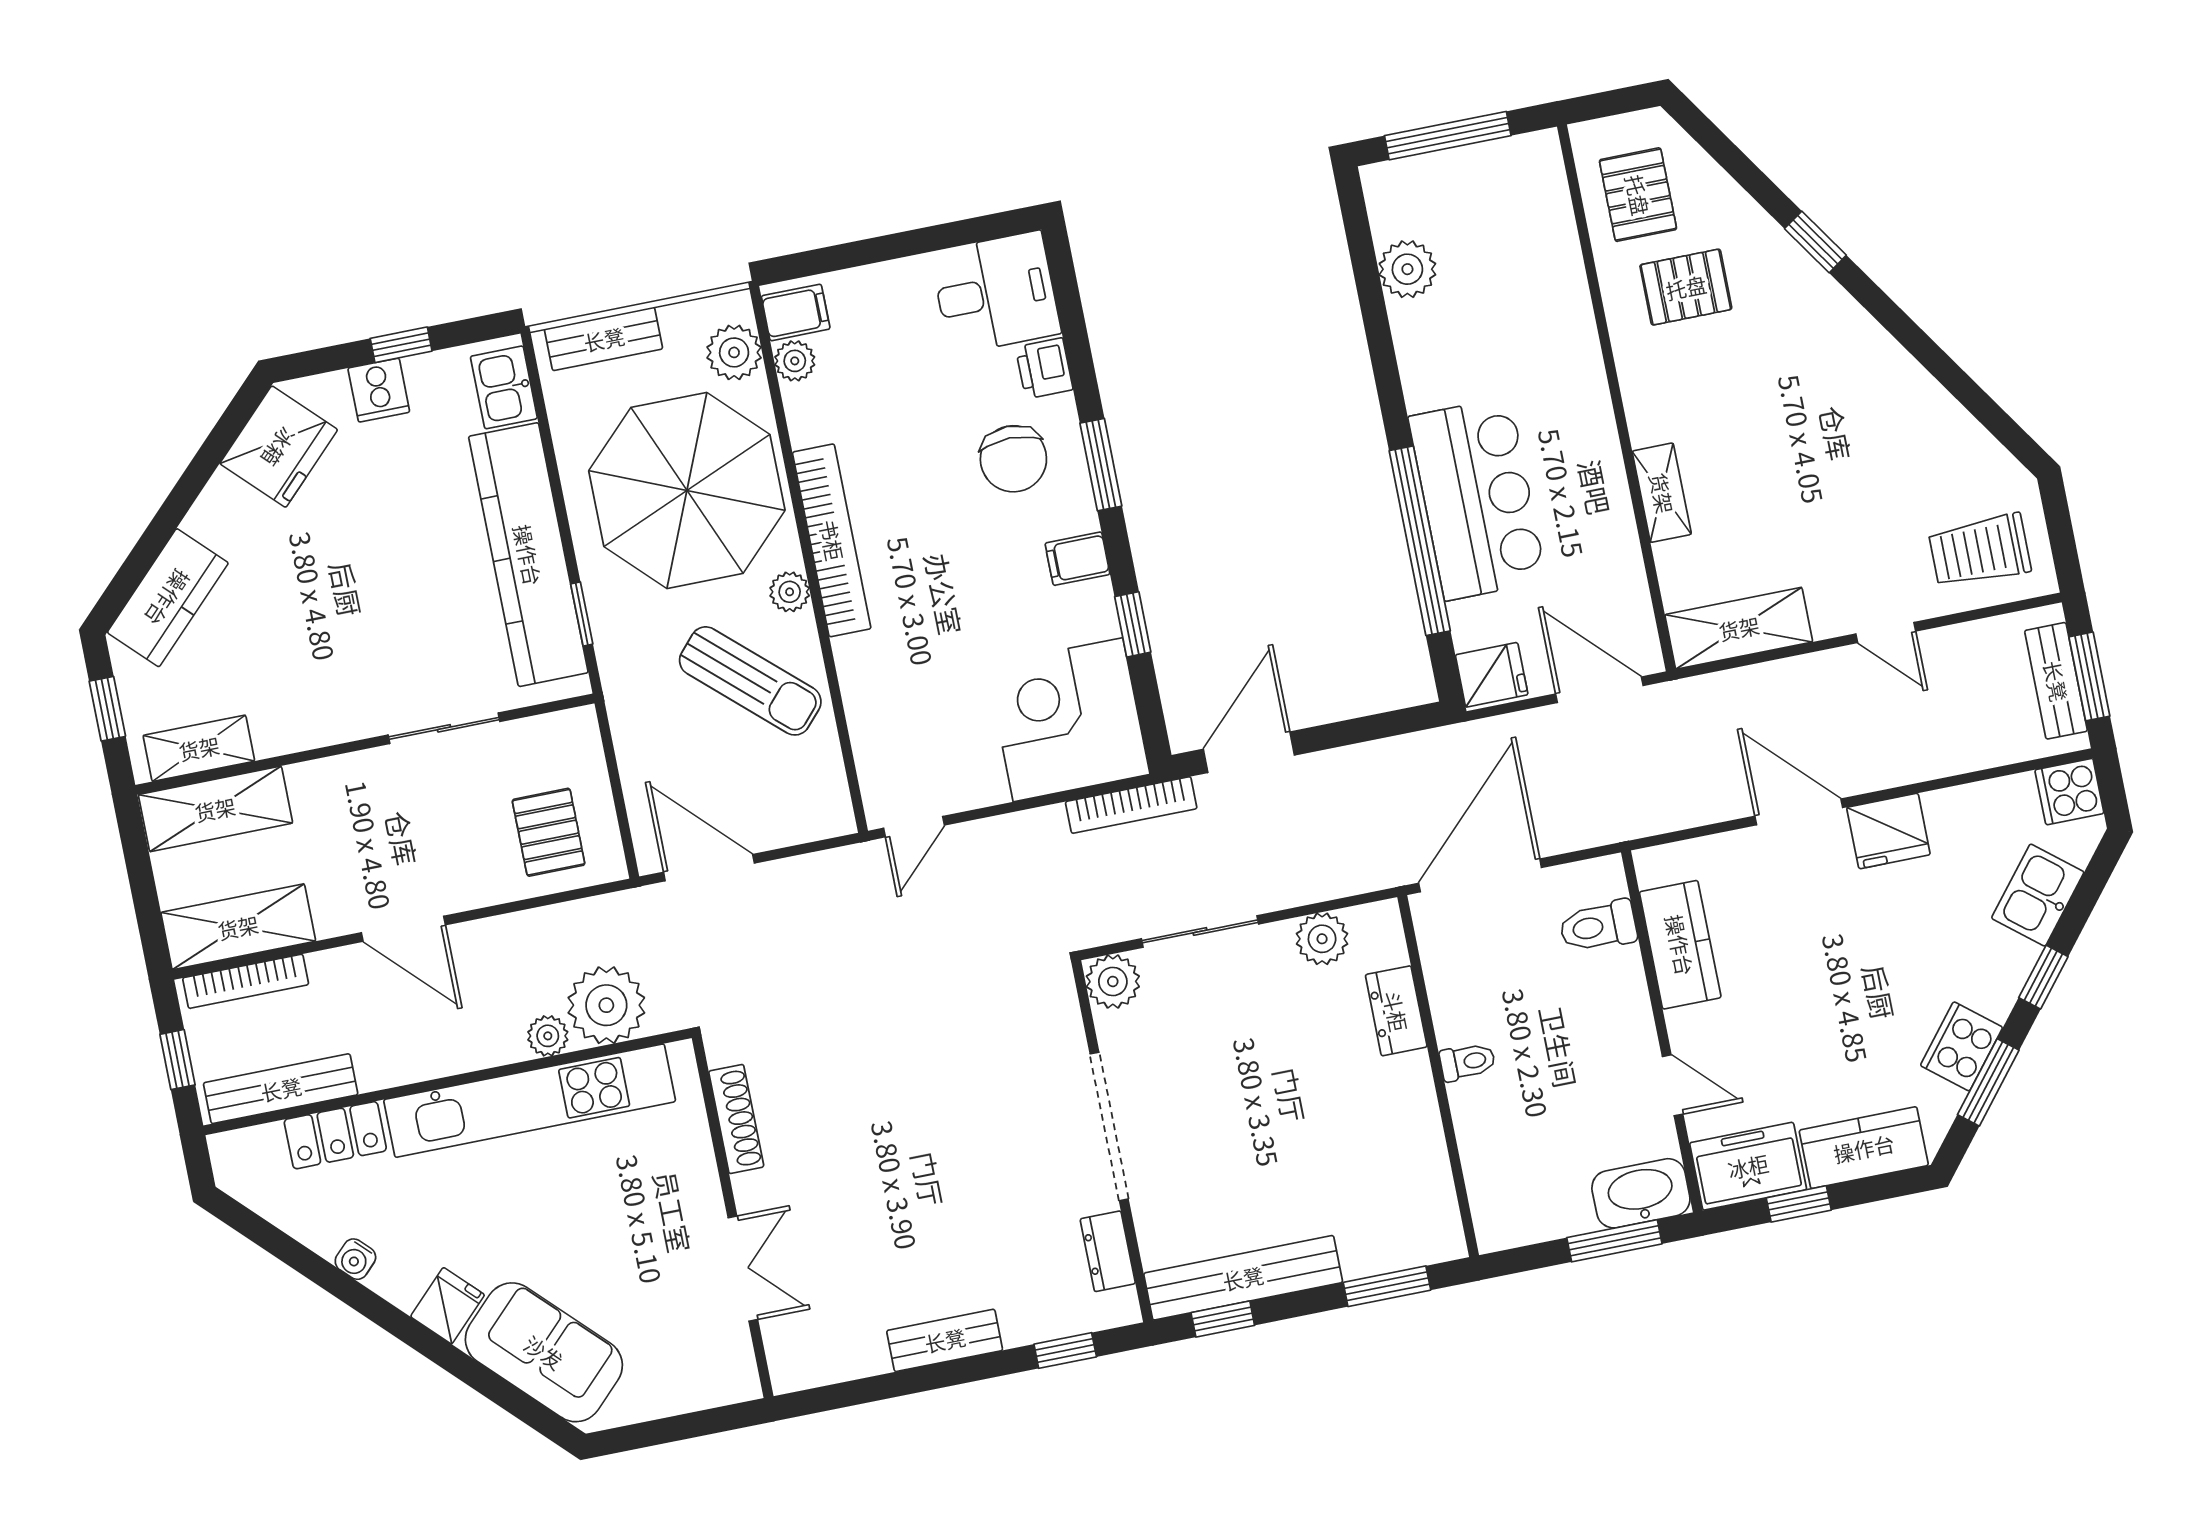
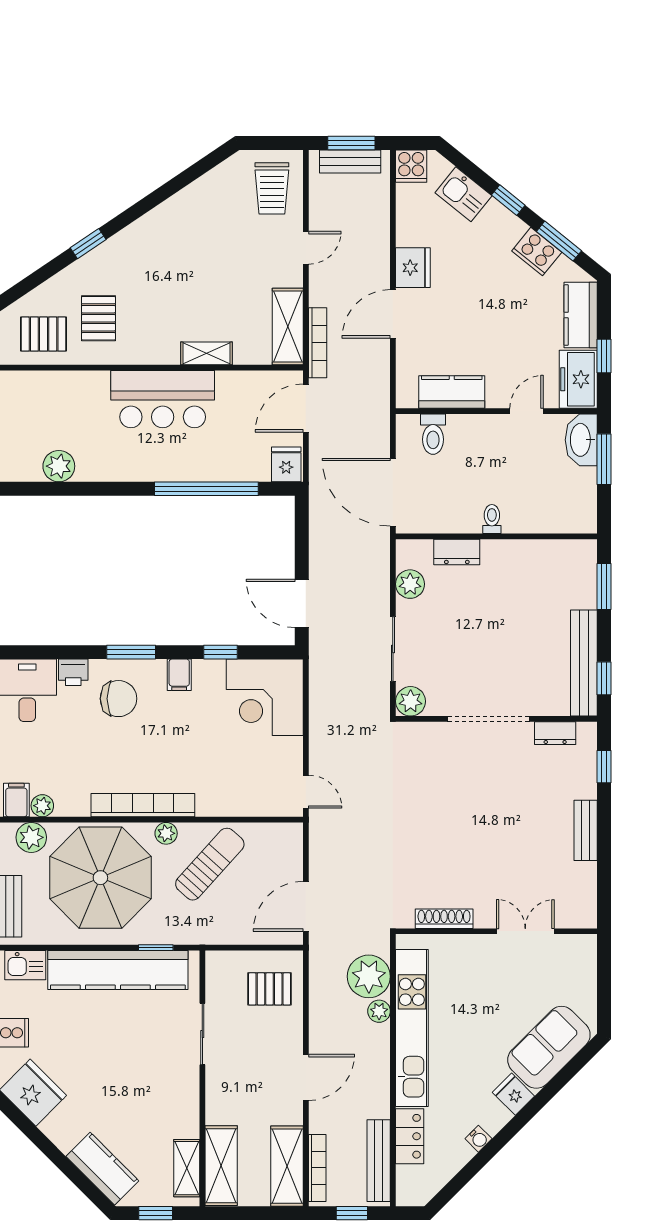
bar counter: (1477, 499) -> (163, 399), moved, turned 180
bookcase: (1131, 805) -> (318, 343), moved

